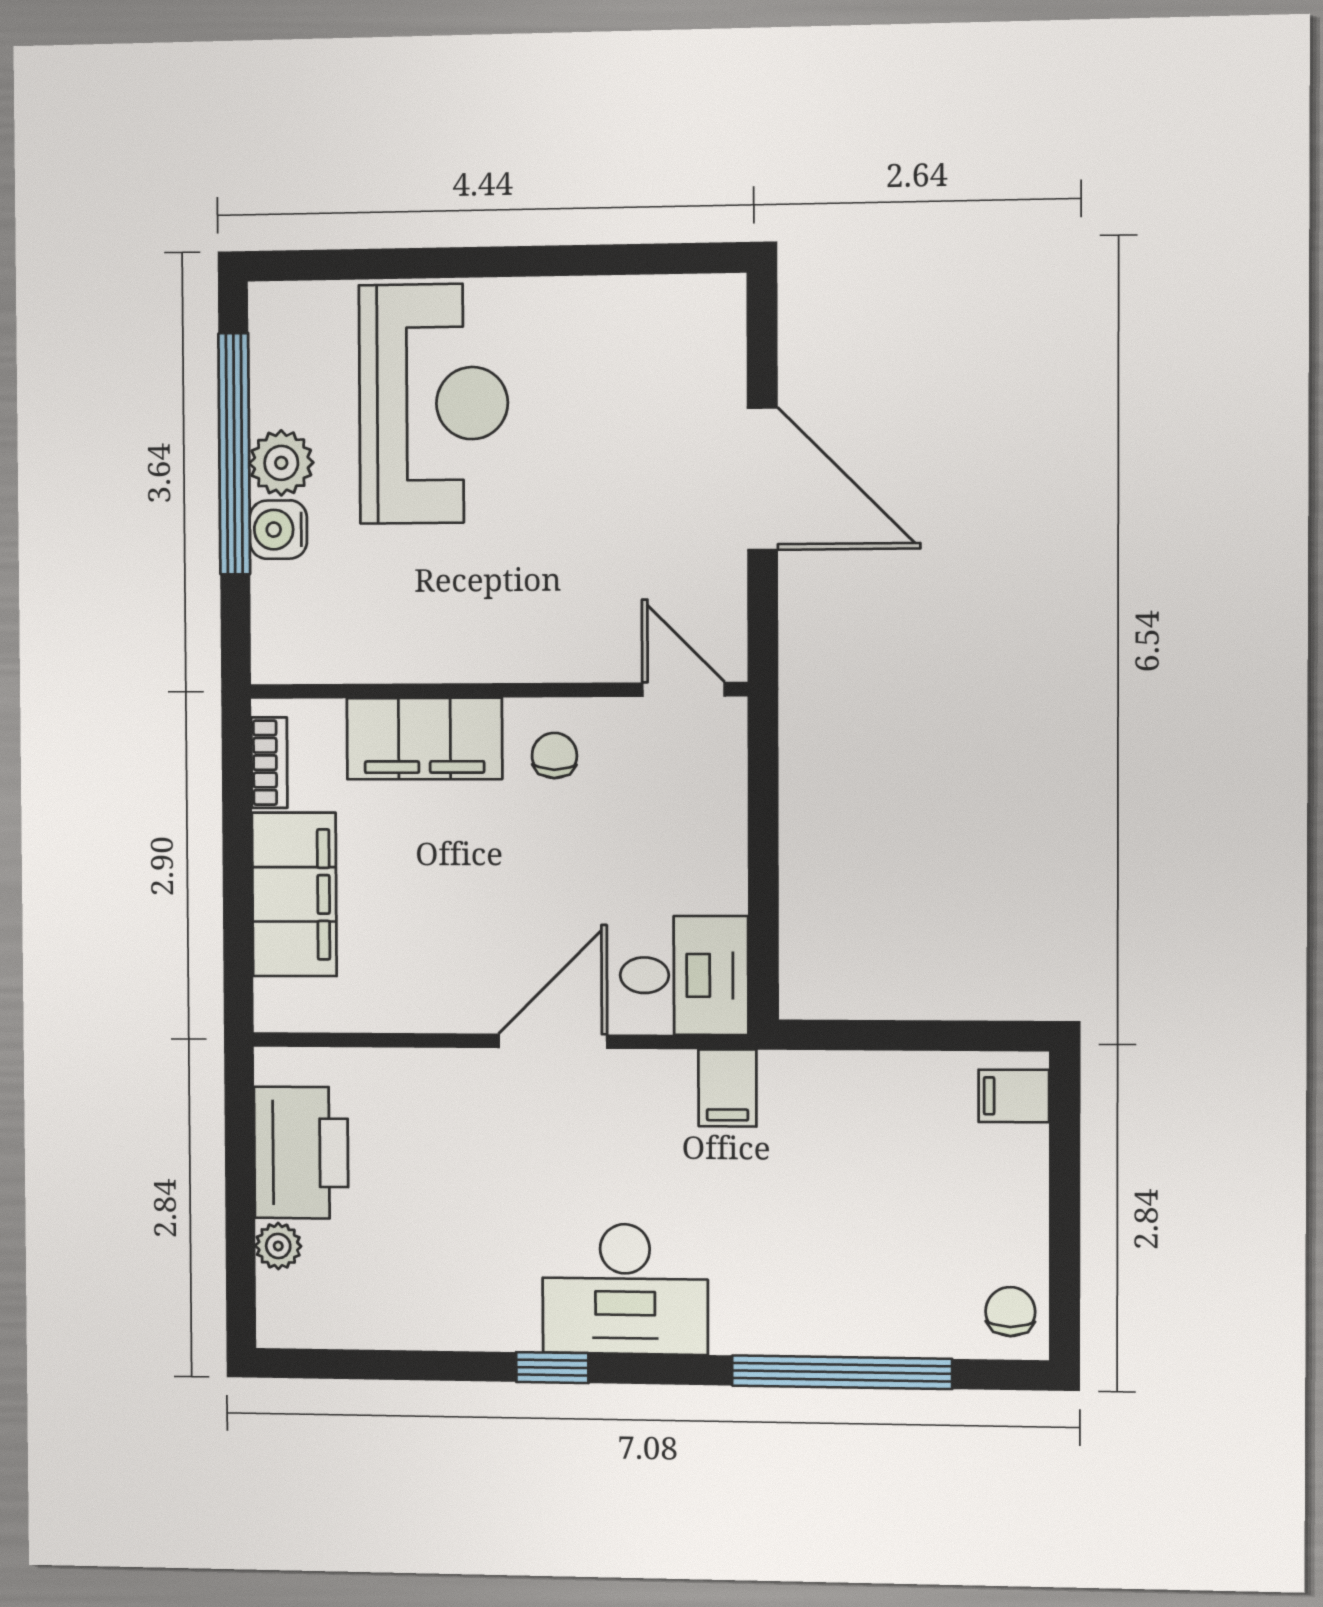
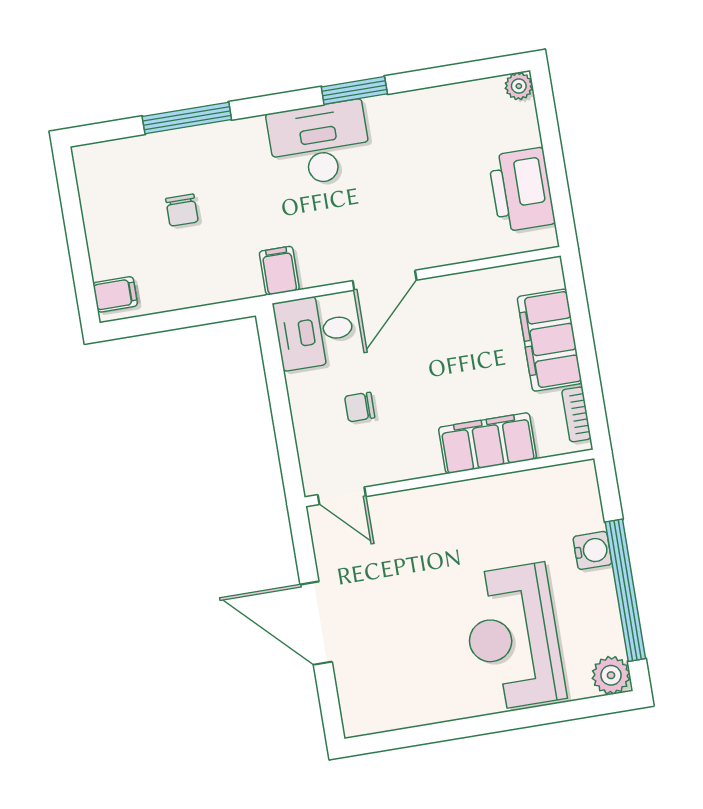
plant: (281, 463) -> (611, 675), moved
chair: (554, 755) -> (360, 407), moved, turned 89
plant: (278, 1246) -> (519, 86), moved
chair: (1010, 1312) -> (182, 210), moved
window: (552, 1368) -> (354, 90), width x1.50
window: (842, 1372) -> (187, 118), width x0.68

